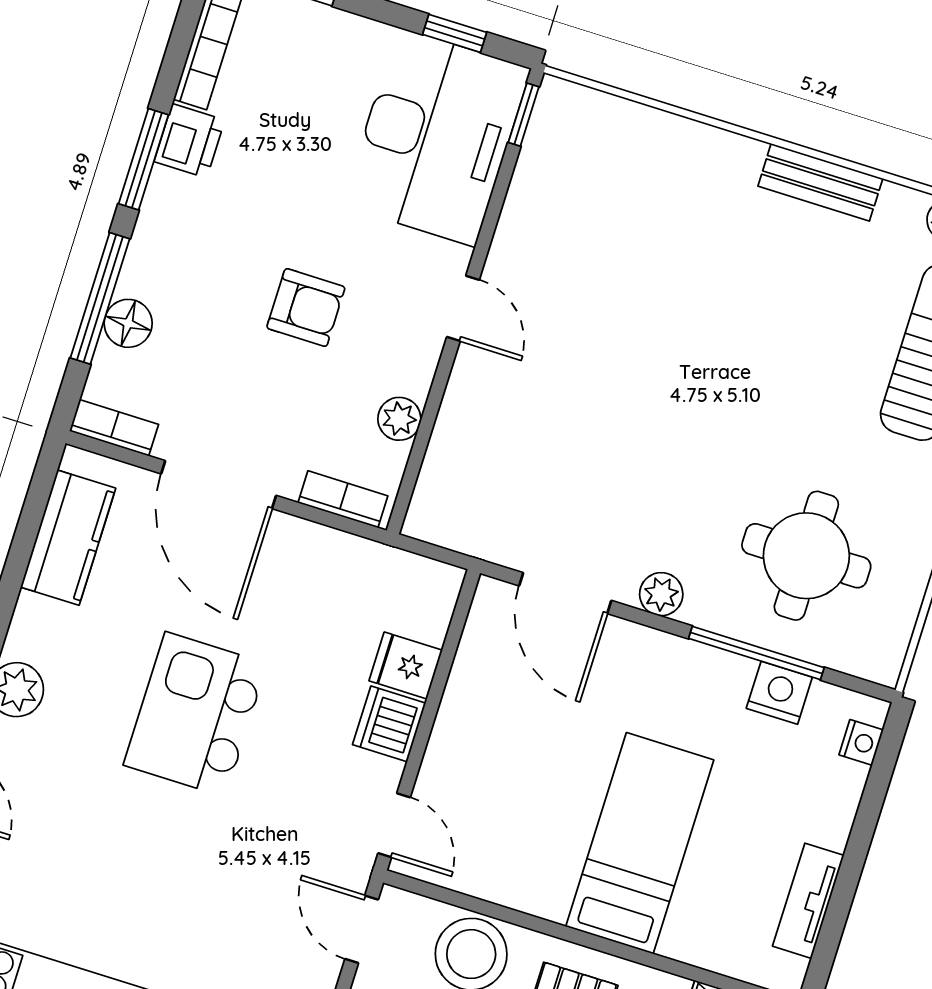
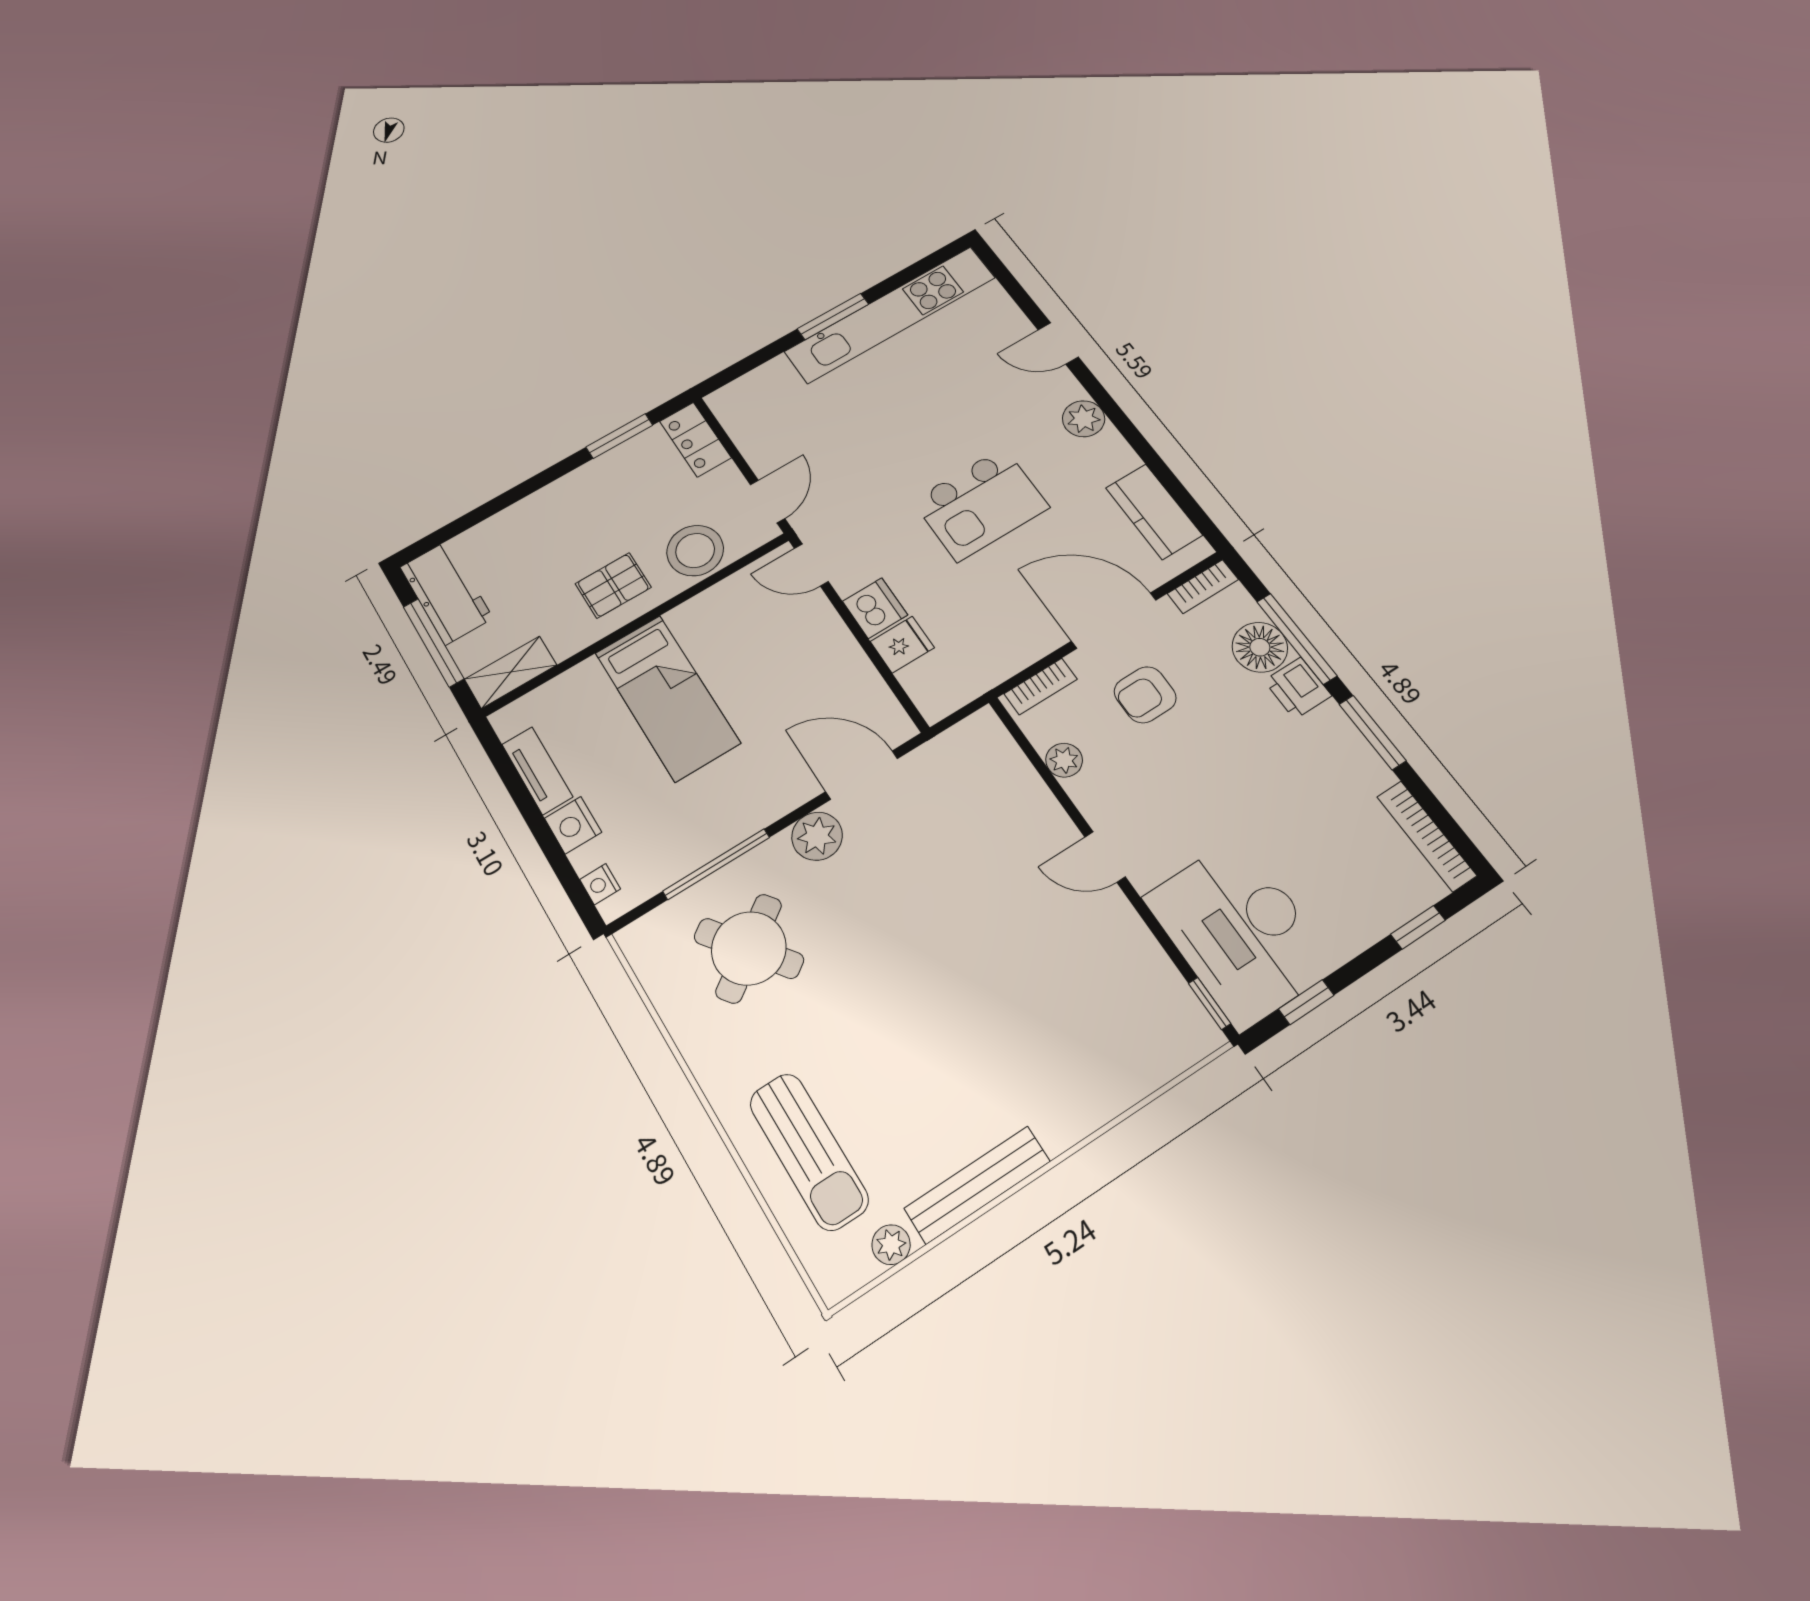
printer: (189, 141) -> (1298, 688), moved
bench: (820, 182) -> (977, 1185), width x1.36
armchair: (306, 308) -> (1145, 695), moved
floor lamp: (128, 323) -> (1260, 647), width x1.38, depth x1.38
round table: (806, 556) -> (749, 948), turned -36
plant: (661, 594) -> (817, 836), width x1.38, depth x1.38
nightstand: (779, 693) -> (573, 825), moved, turned 90
kitchen island: (195, 714) -> (981, 504), turned 90
door: (362, 929) -> (768, 502), hinge flipped

